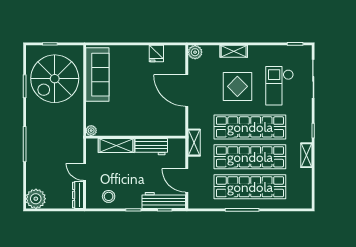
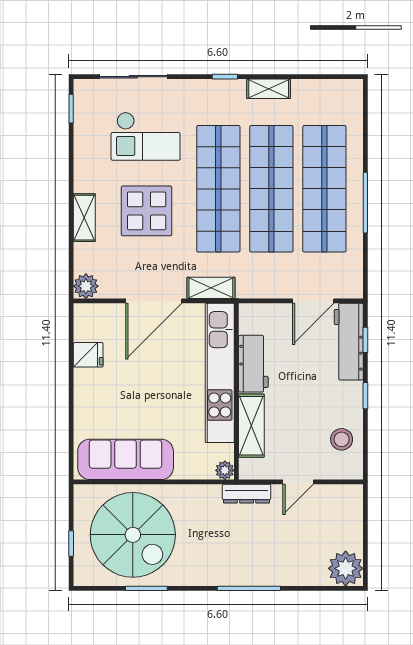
kitchen unit: (146, 128) -> (220, 373), added
shelving: (194, 143) -> (211, 288), moved
dresser: (78, 195) -> (247, 494), moved

